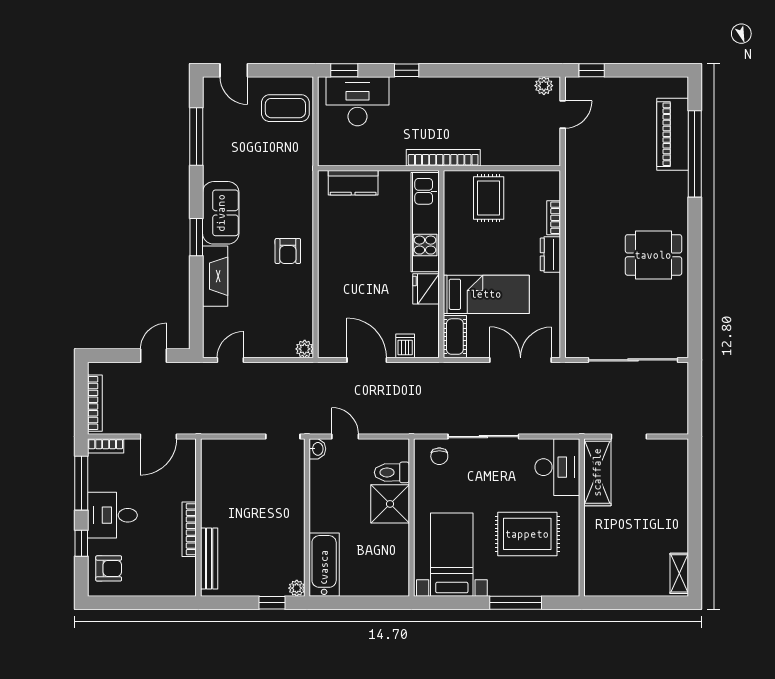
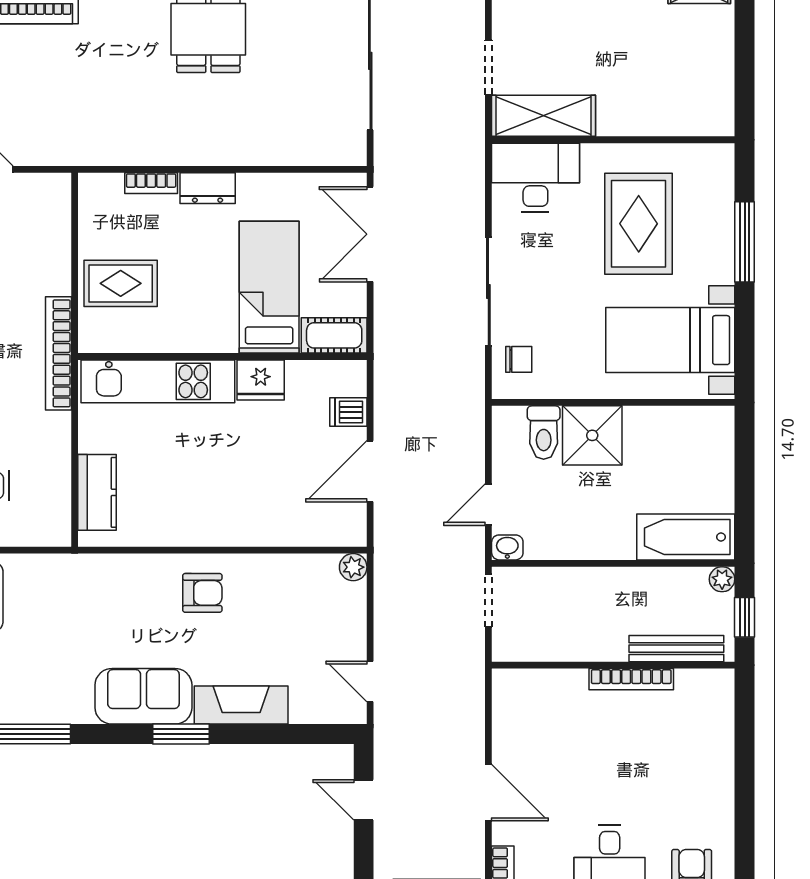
wall: (198, 518) -> (613, 665), moved
bookcase: (189, 529) -> (631, 679), moved
bench: (209, 559) -> (676, 649), moved

